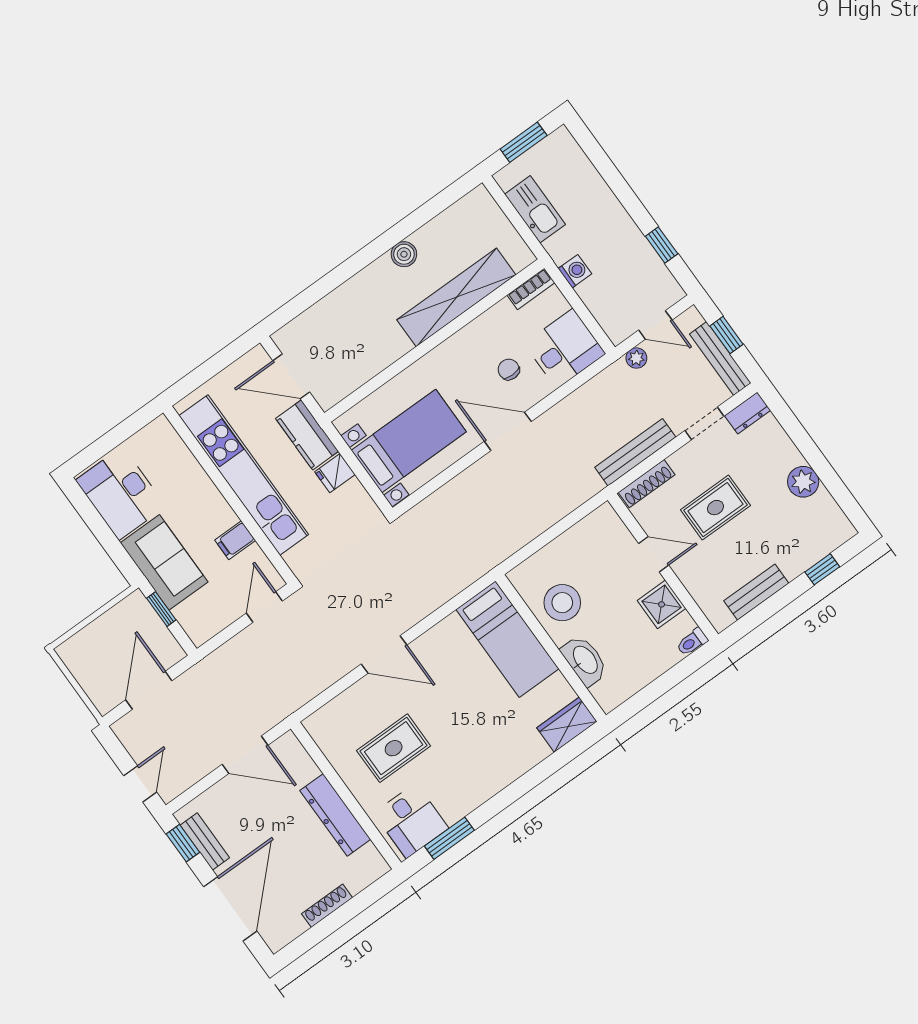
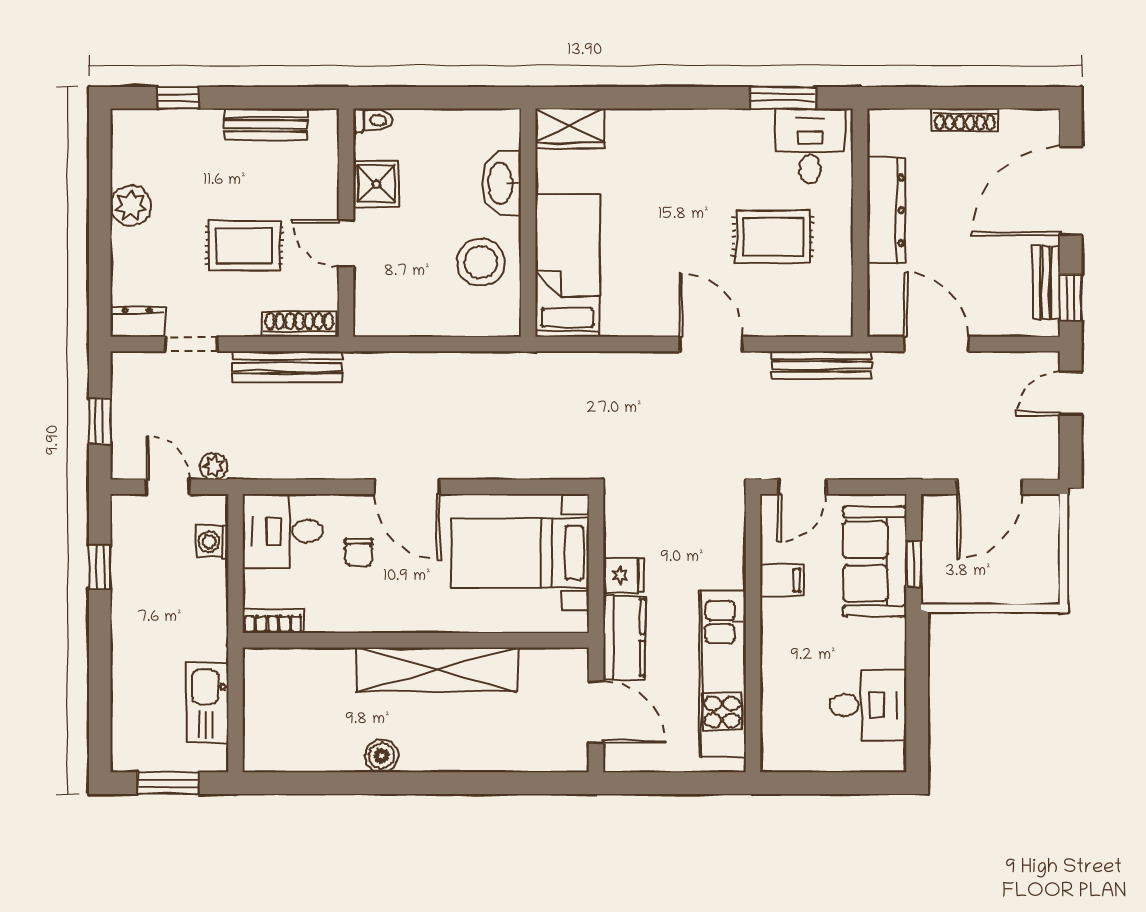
washing machine: (575, 271) -> (212, 542), moved
shelving: (456, 297) -> (437, 669), moved
bench: (720, 358) -> (822, 365), moved, turned 90
kitchen unit: (244, 475) -> (722, 674), width x0.73
desk: (121, 493) -> (868, 705), width x0.73
sofa: (164, 562) -> (875, 561), moved

